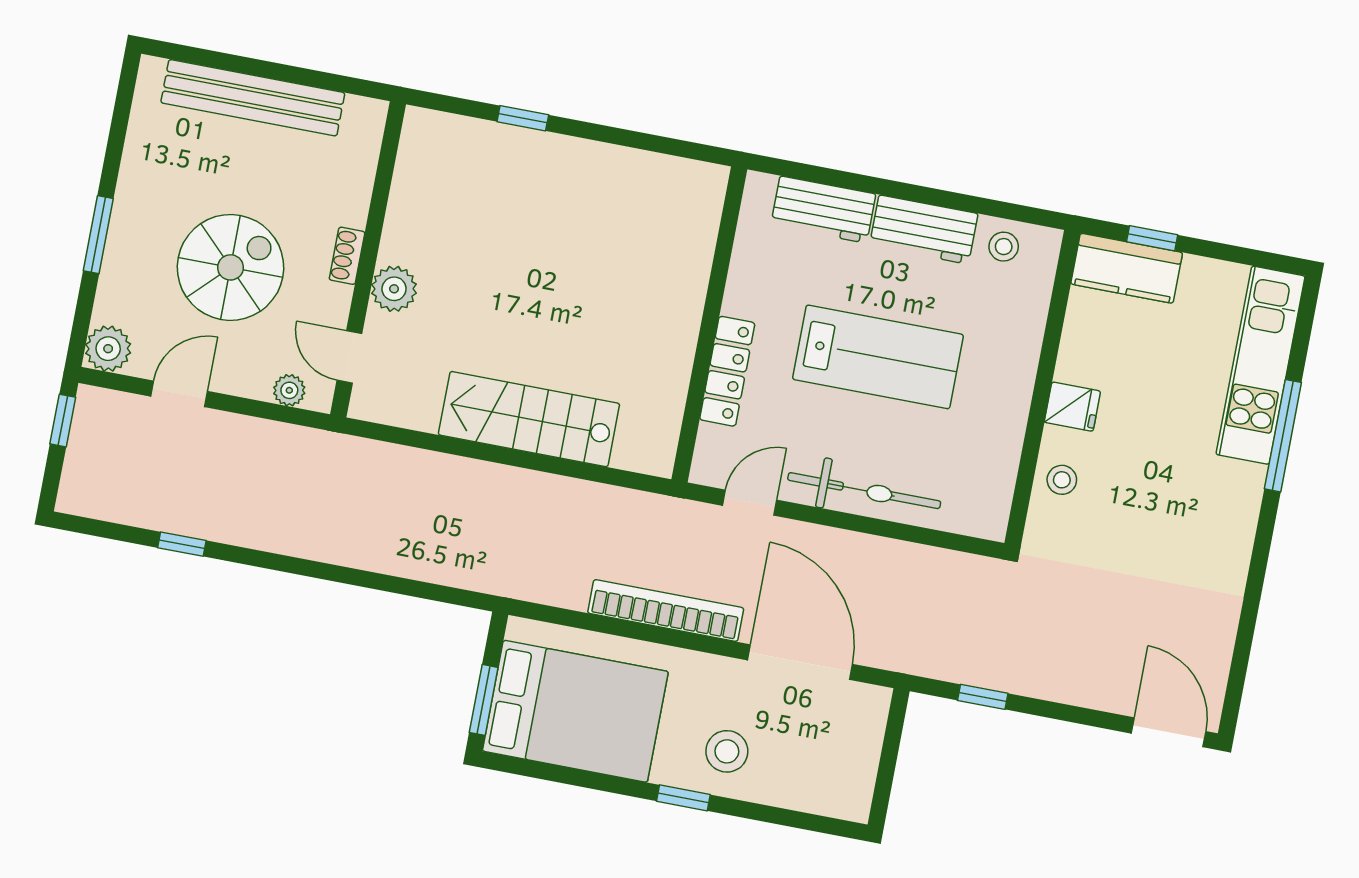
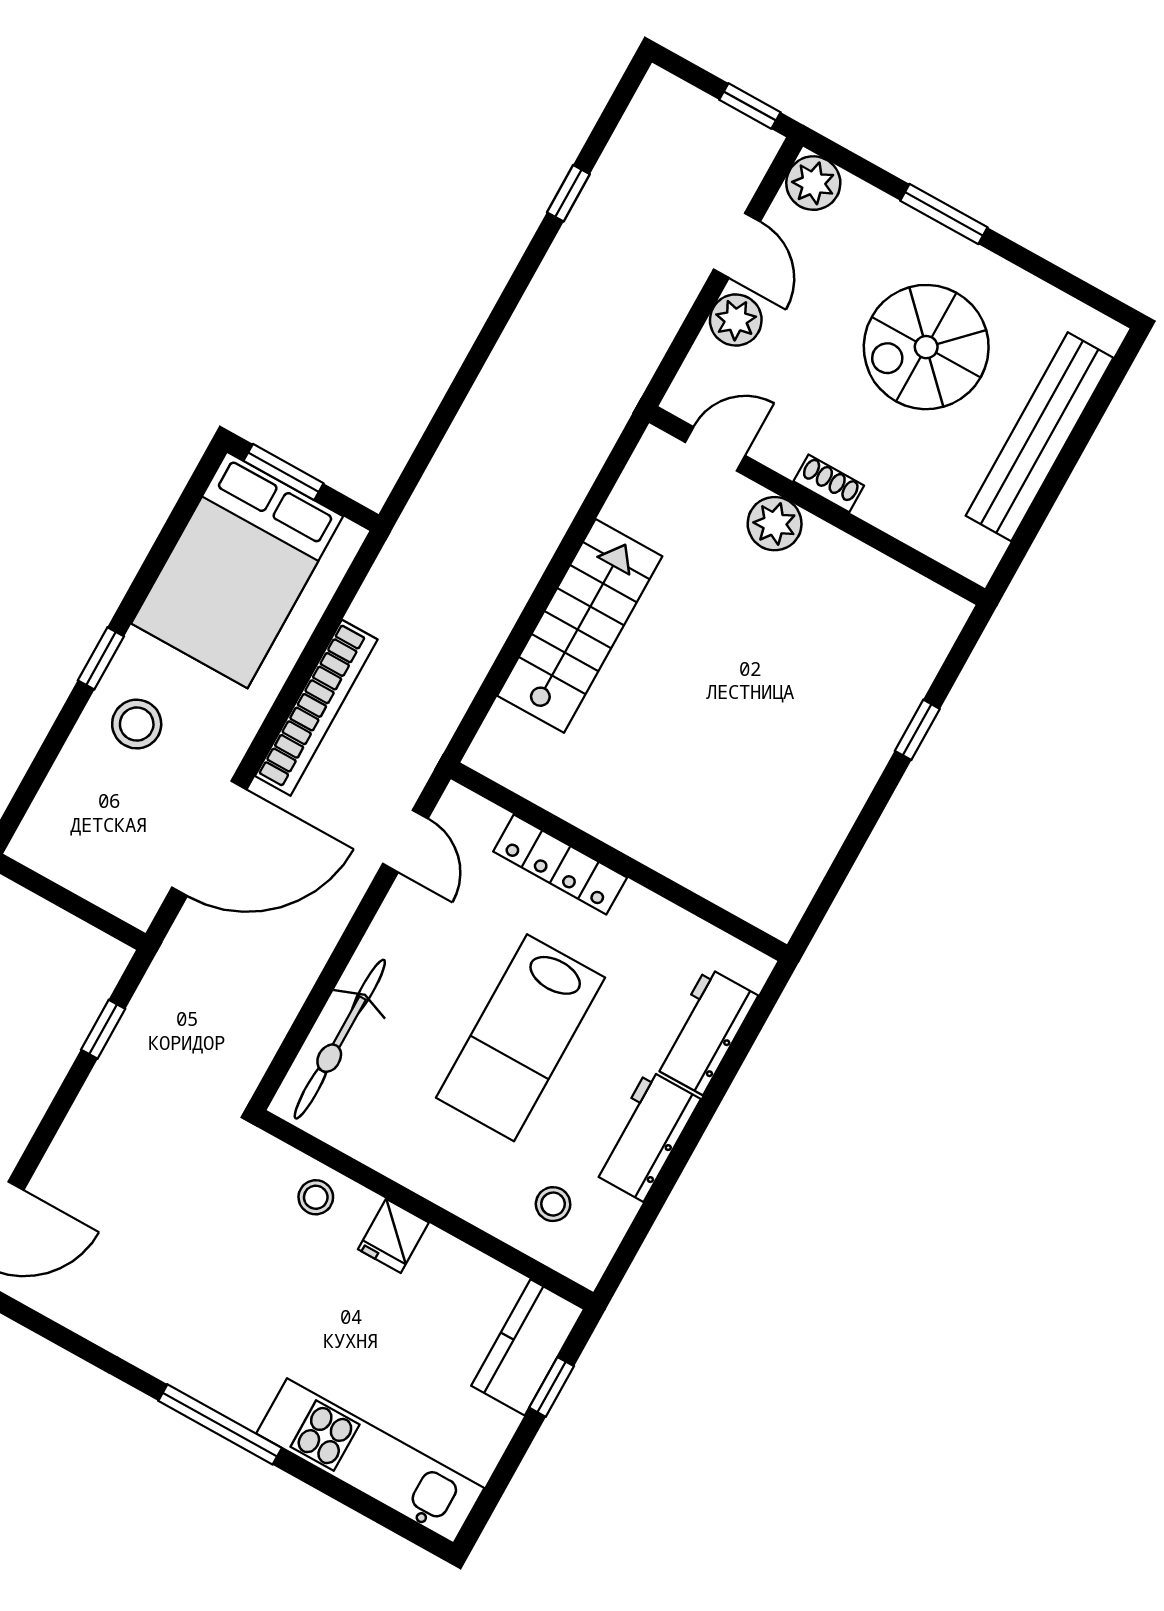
stool: (1004, 247) -> (553, 1204), moved
spiral stairs: (231, 267) -> (926, 347), moved, turned 90
plant: (289, 390) -> (736, 320), moved, width x1.38, depth x1.38
window: (1283, 436) -> (220, 1424), moved
bicycle: (864, 491) -> (340, 1039), moved

